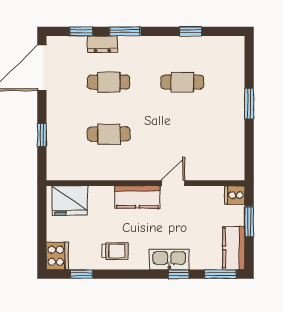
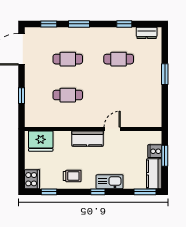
dresser: (102, 44) -> (147, 33), moved
cooker: (235, 195) -> (155, 151), moved
window: (179, 274) -> (98, 192), moved

